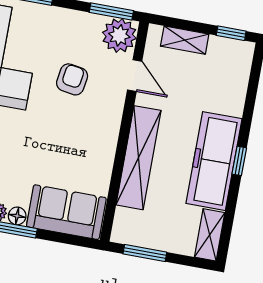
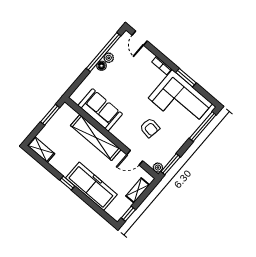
plant: (119, 35) -> (158, 168), width x0.53, depth x0.53
freezer: (214, 161) -> (91, 186), moved
sofa: (66, 212) -> (100, 110), moved, turned -90

